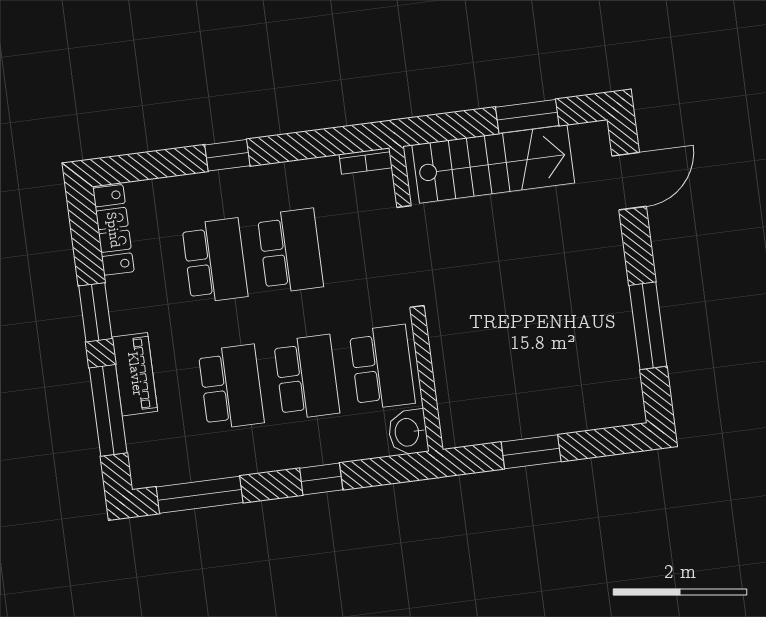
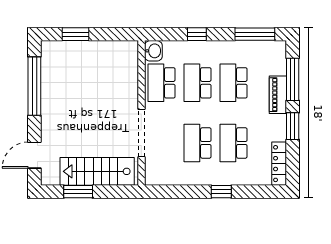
bookcase: (366, 161) -> (157, 181), removed
window: (648, 326) -> (34, 86), width x1.46
window: (531, 452) -> (75, 34), moved

